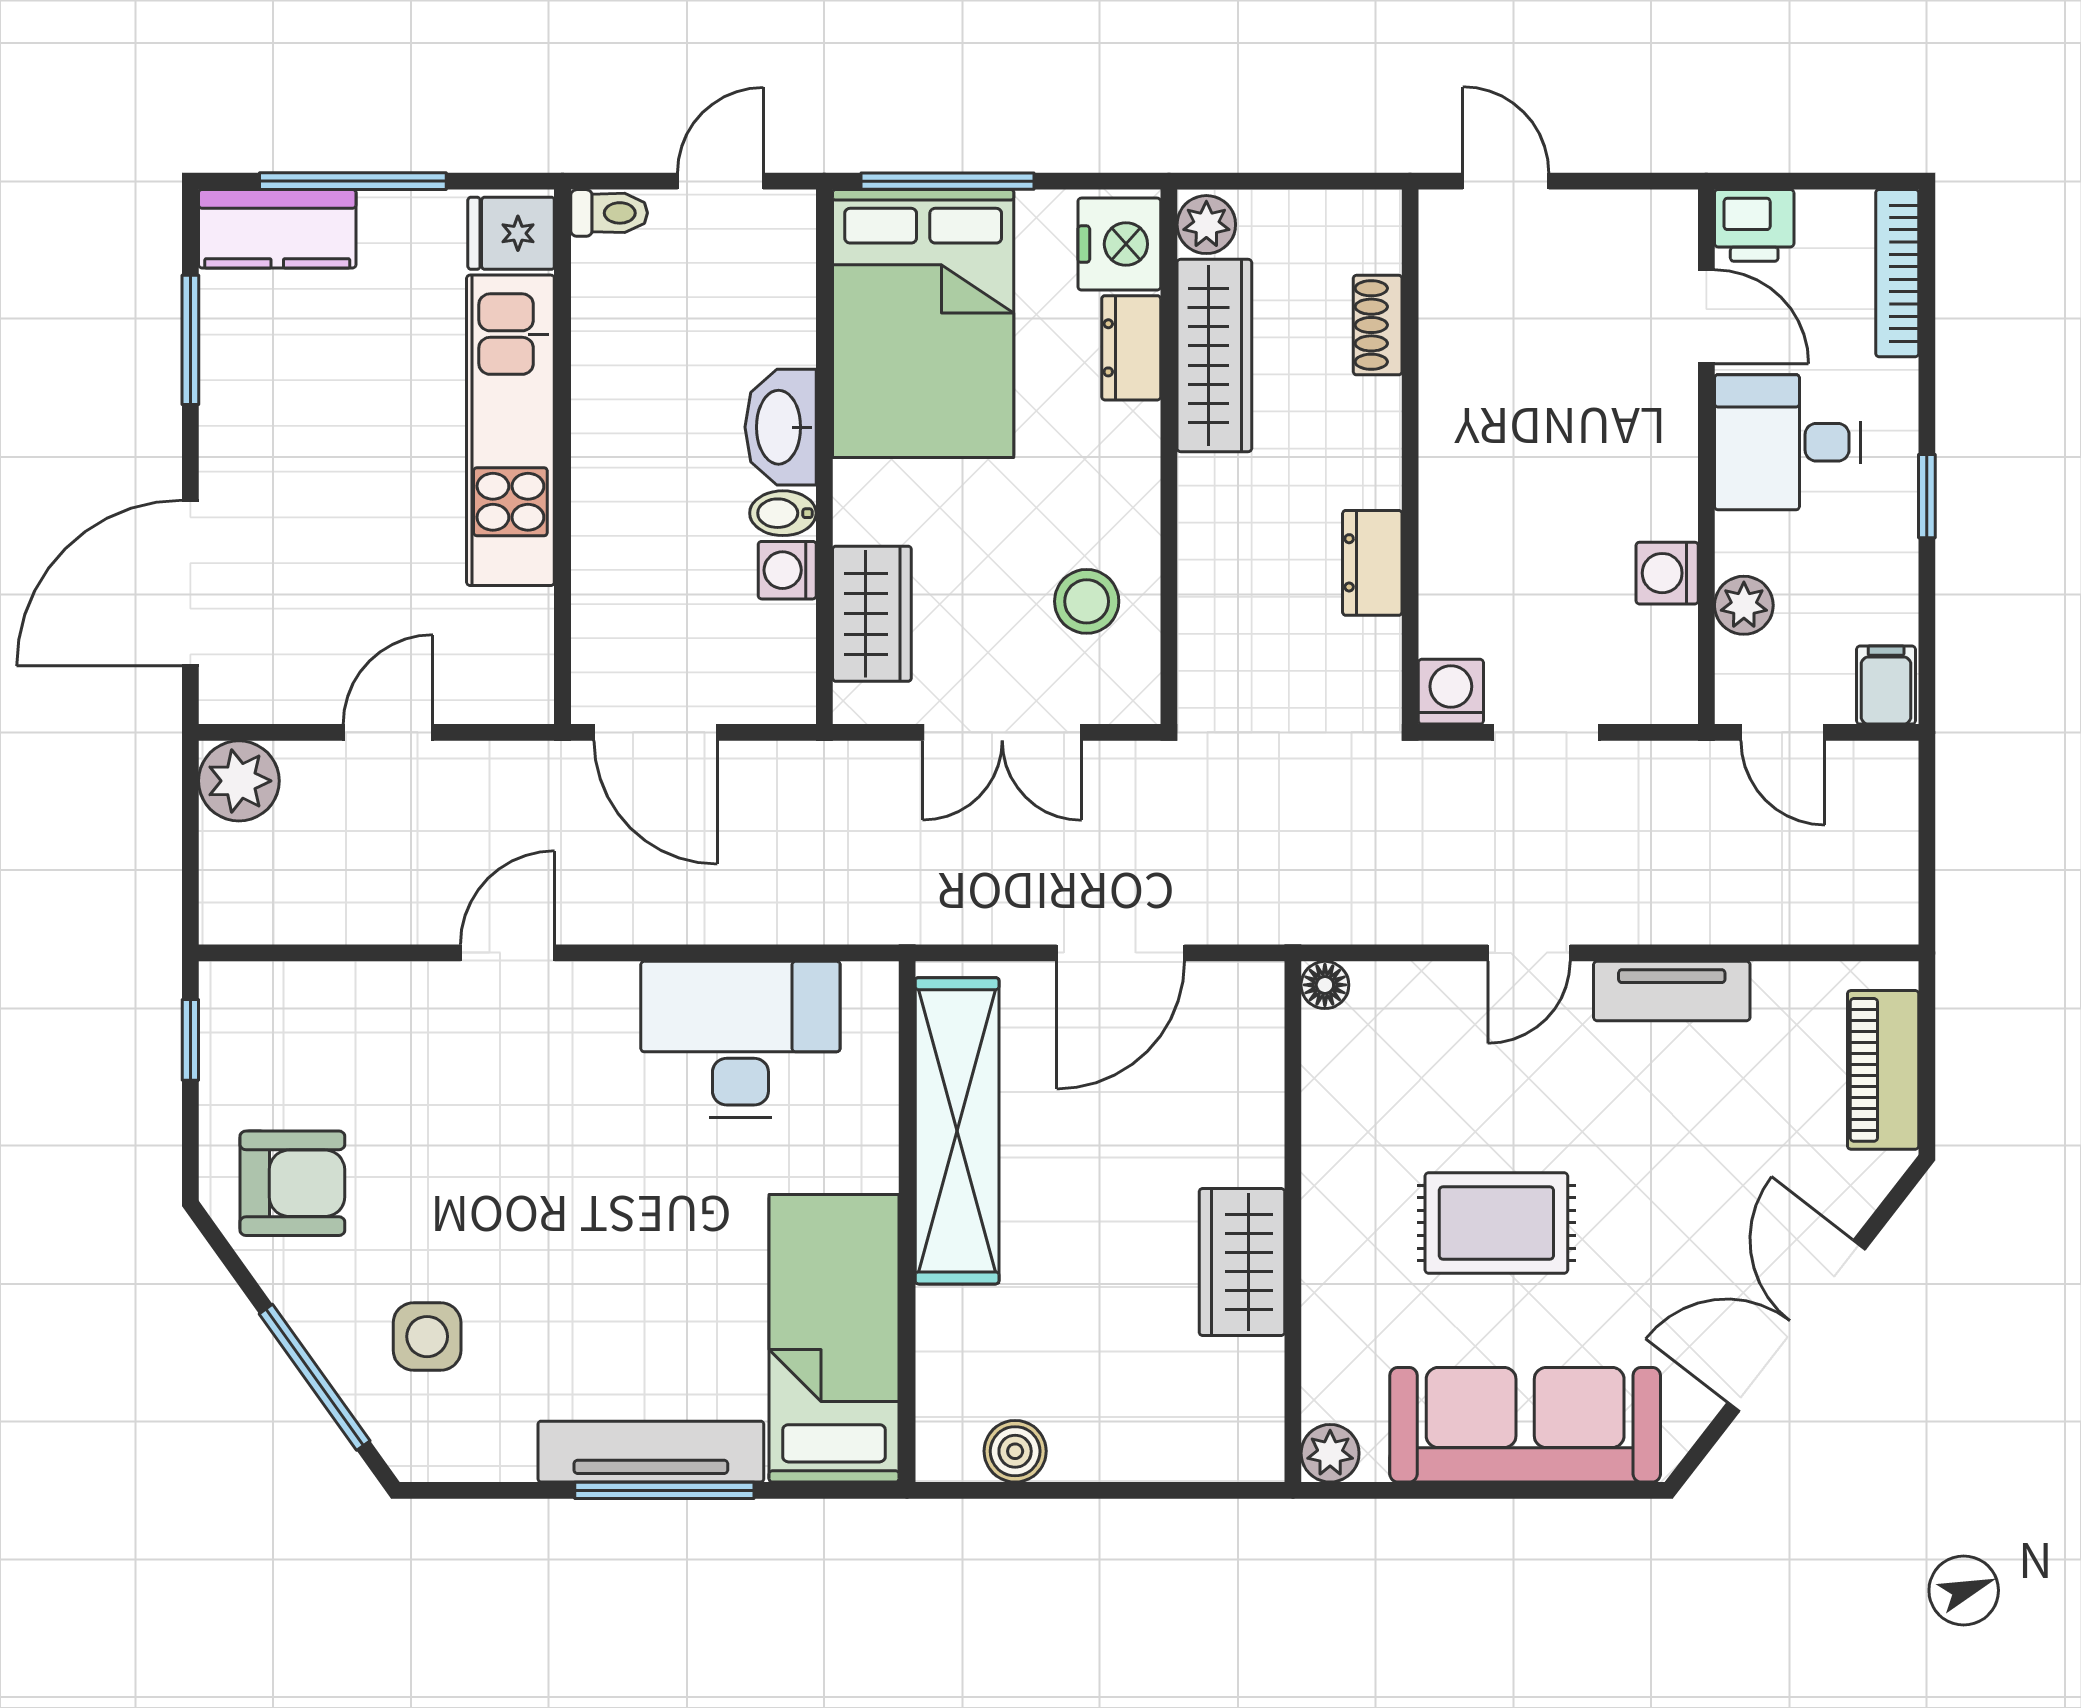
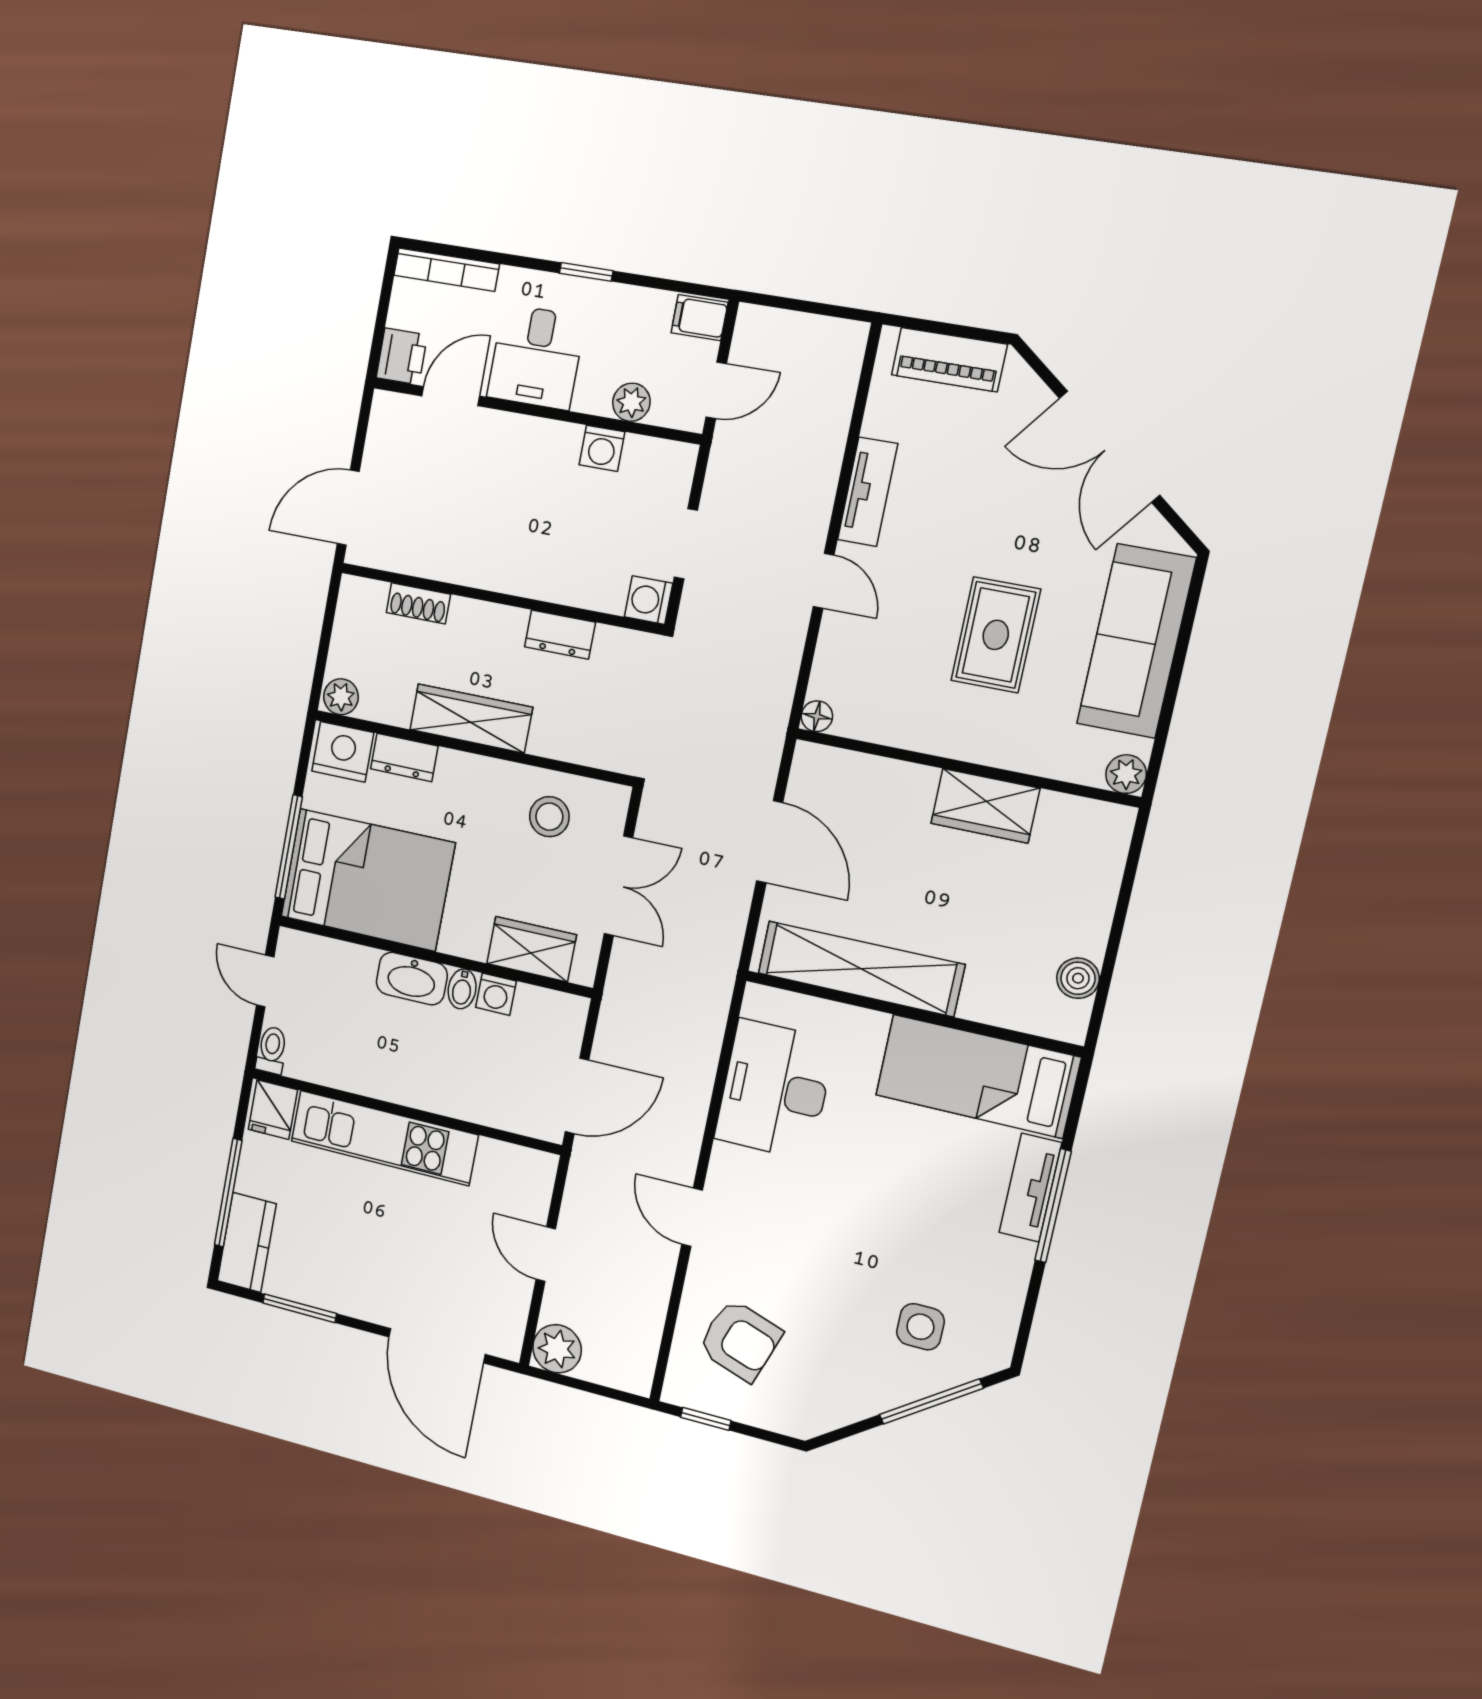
door: (1506, 181) -> (348, 508), width x1.37
wardrobe: (1214, 355) -> (471, 718), moved
armchair: (292, 1183) -> (740, 1340), moved, turned 109
tv unit: (651, 1452) -> (1030, 1188), width x0.71

